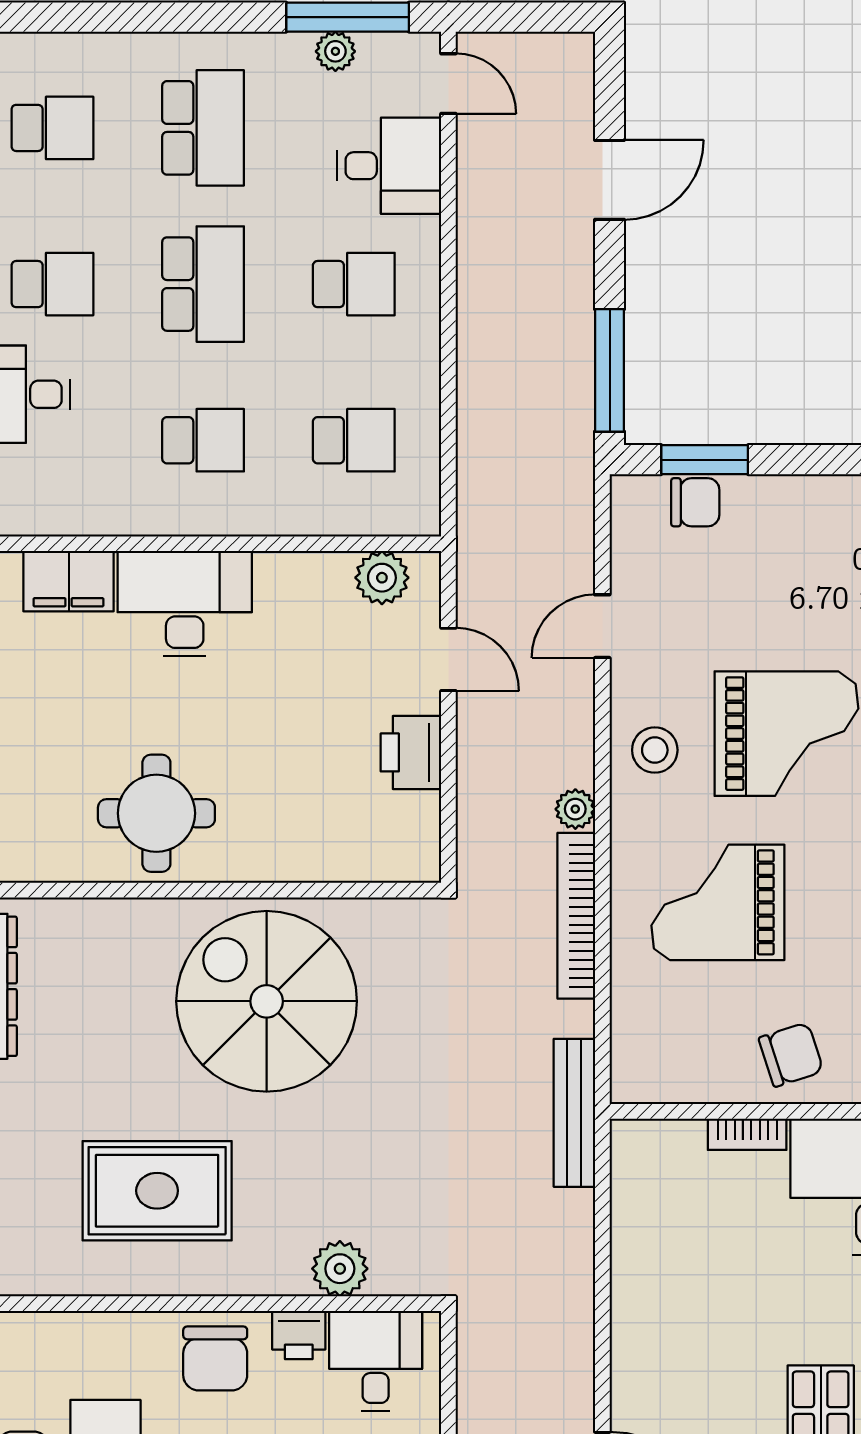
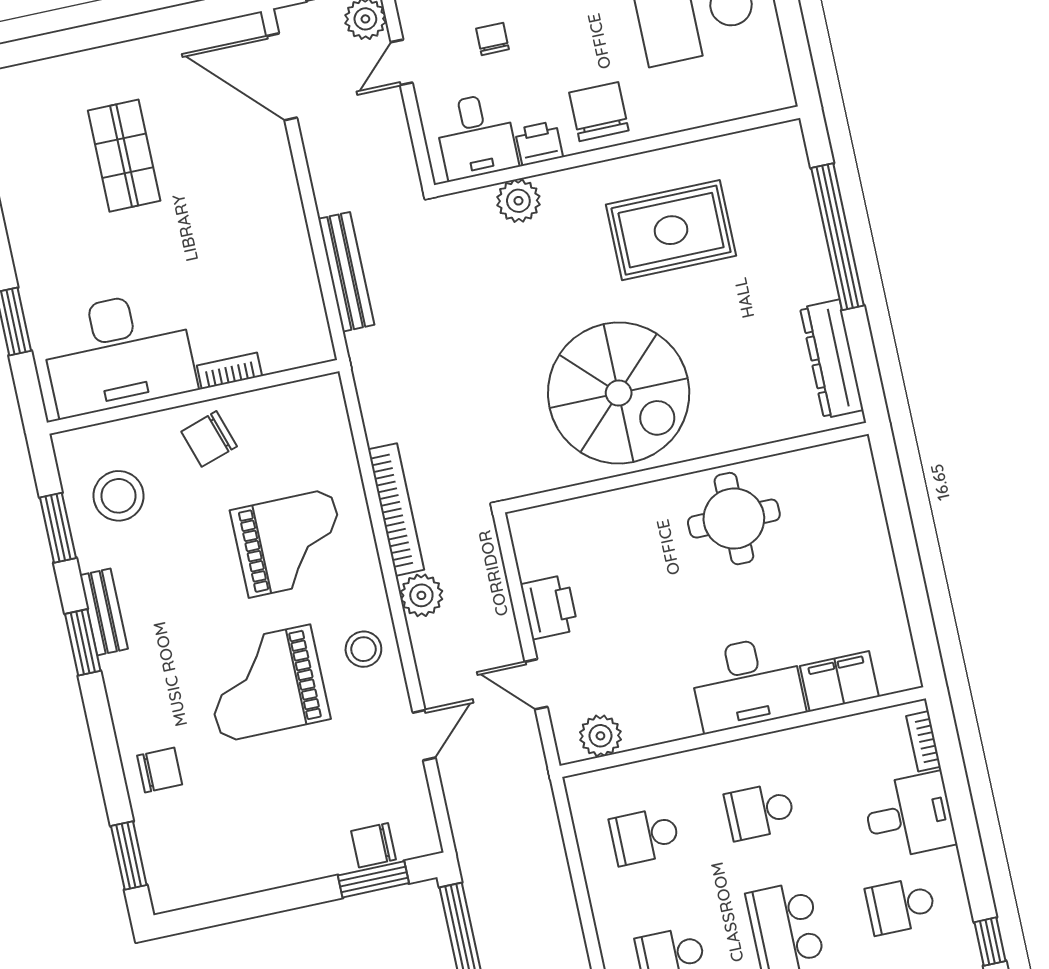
plant: (575, 809) -> (421, 595), width x1.38, depth x1.38
bench: (574, 1113) -> (346, 272), moved

